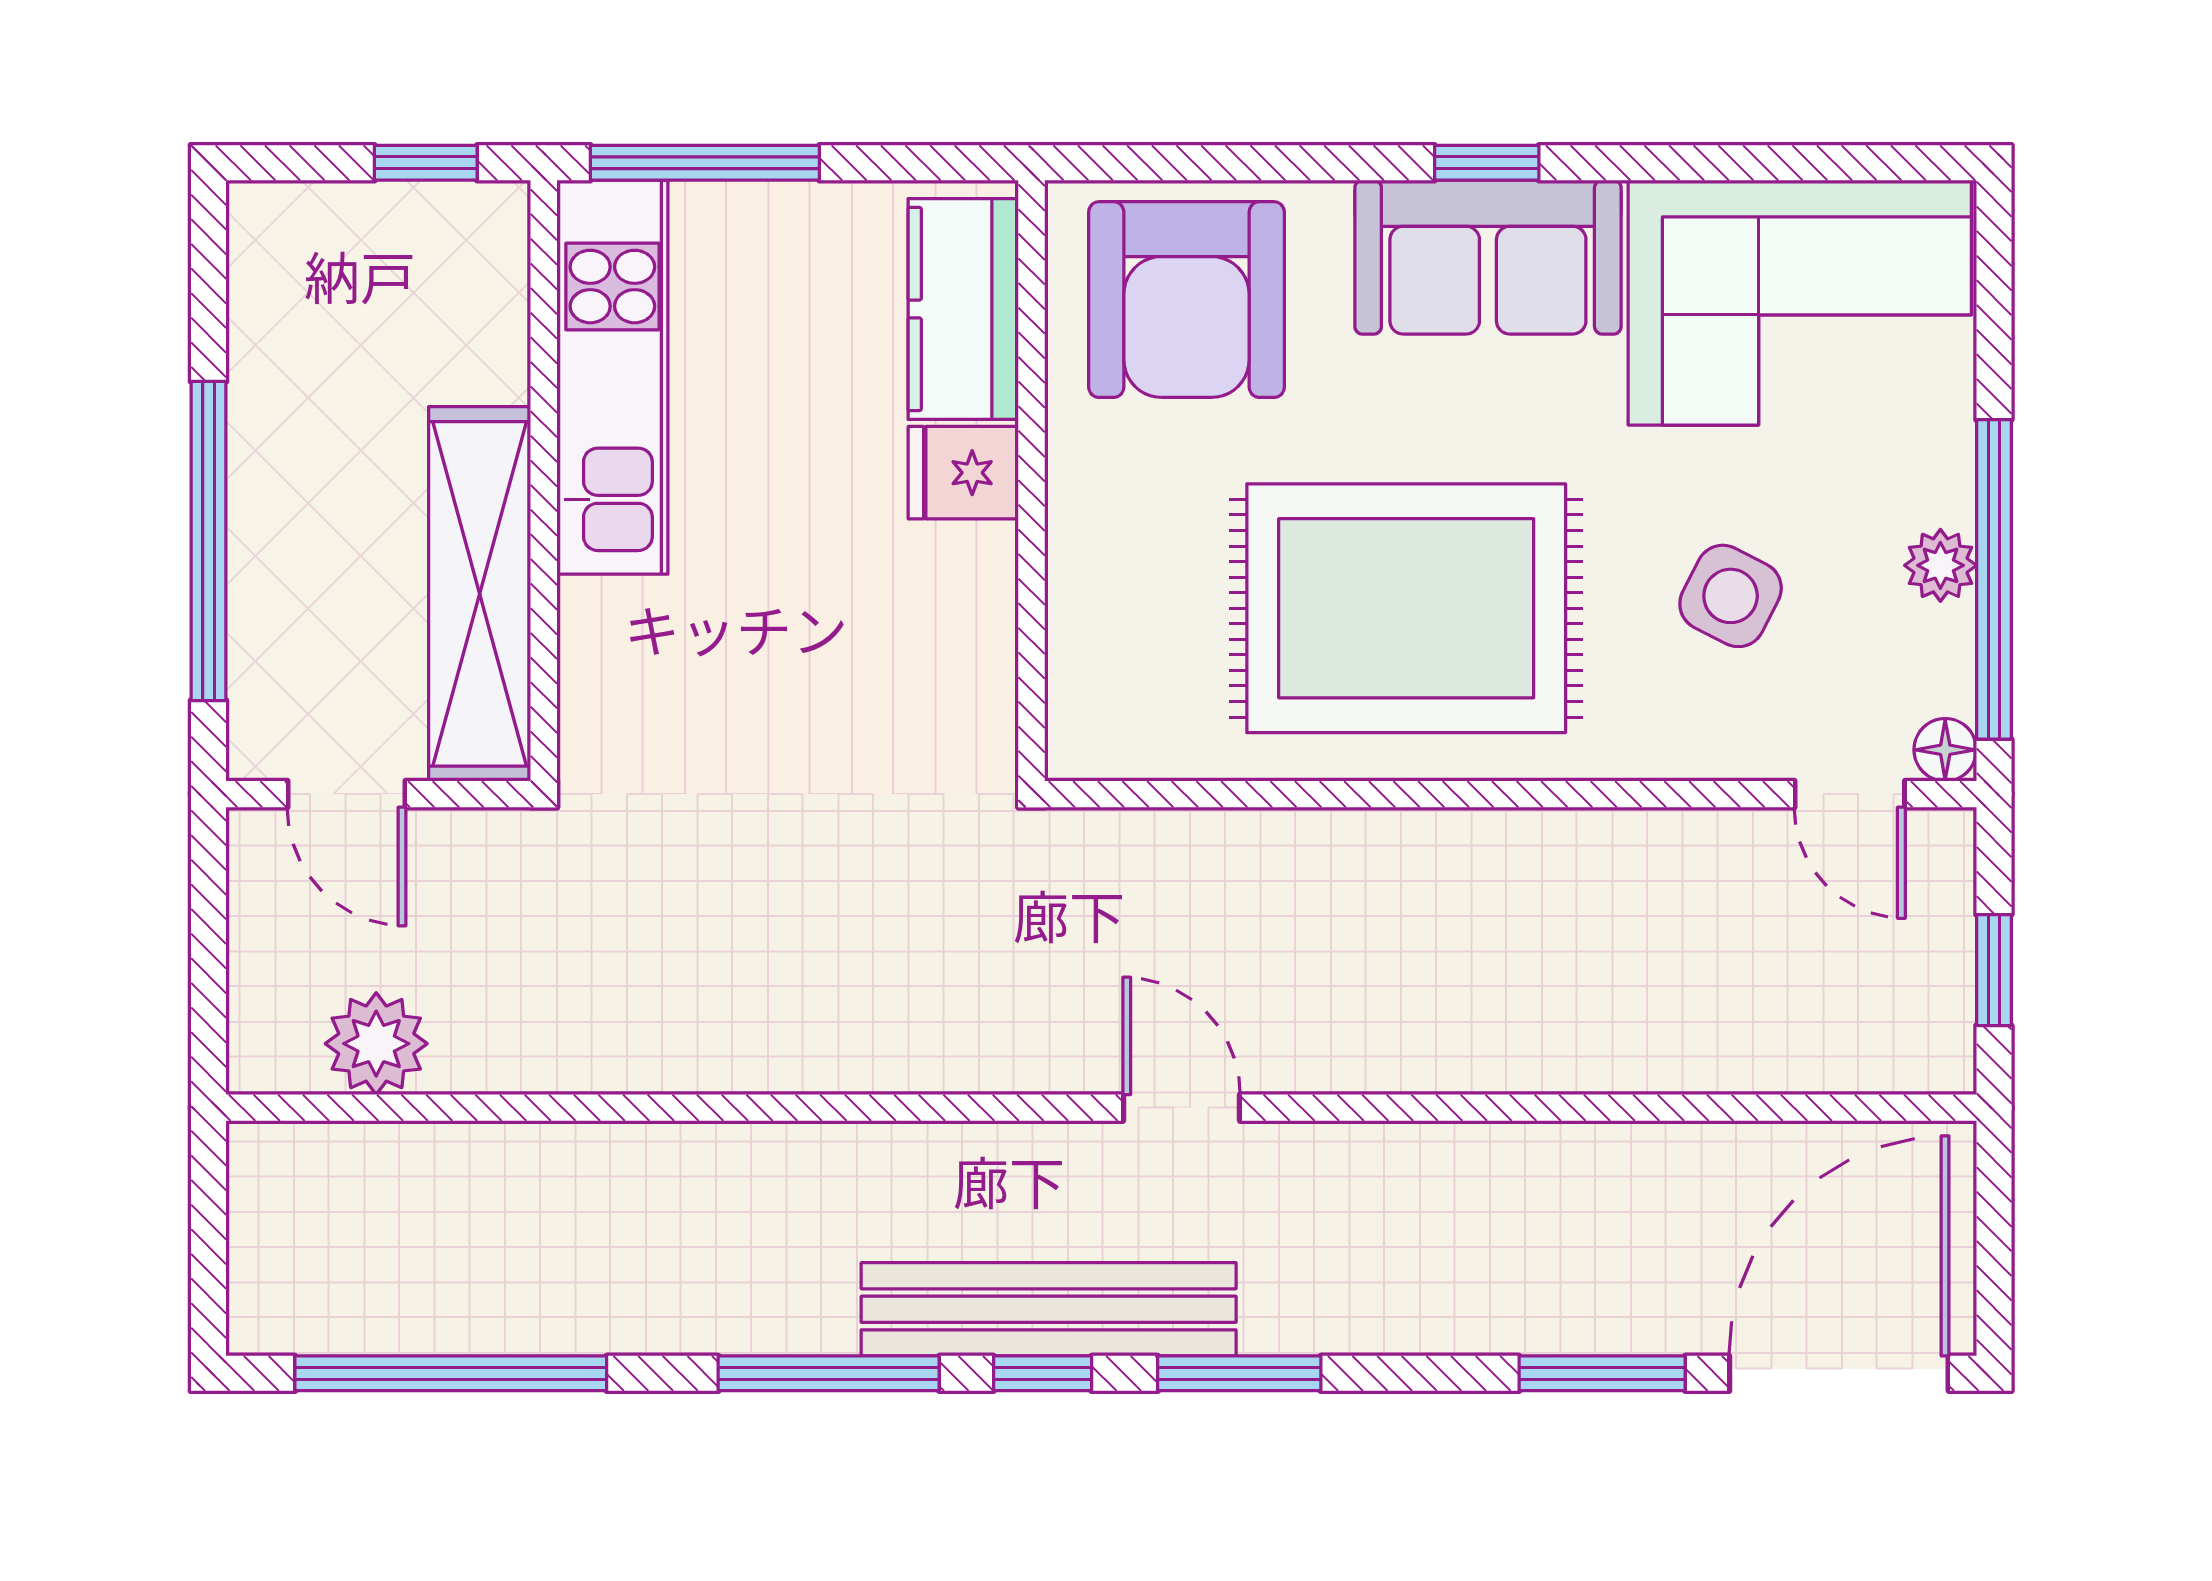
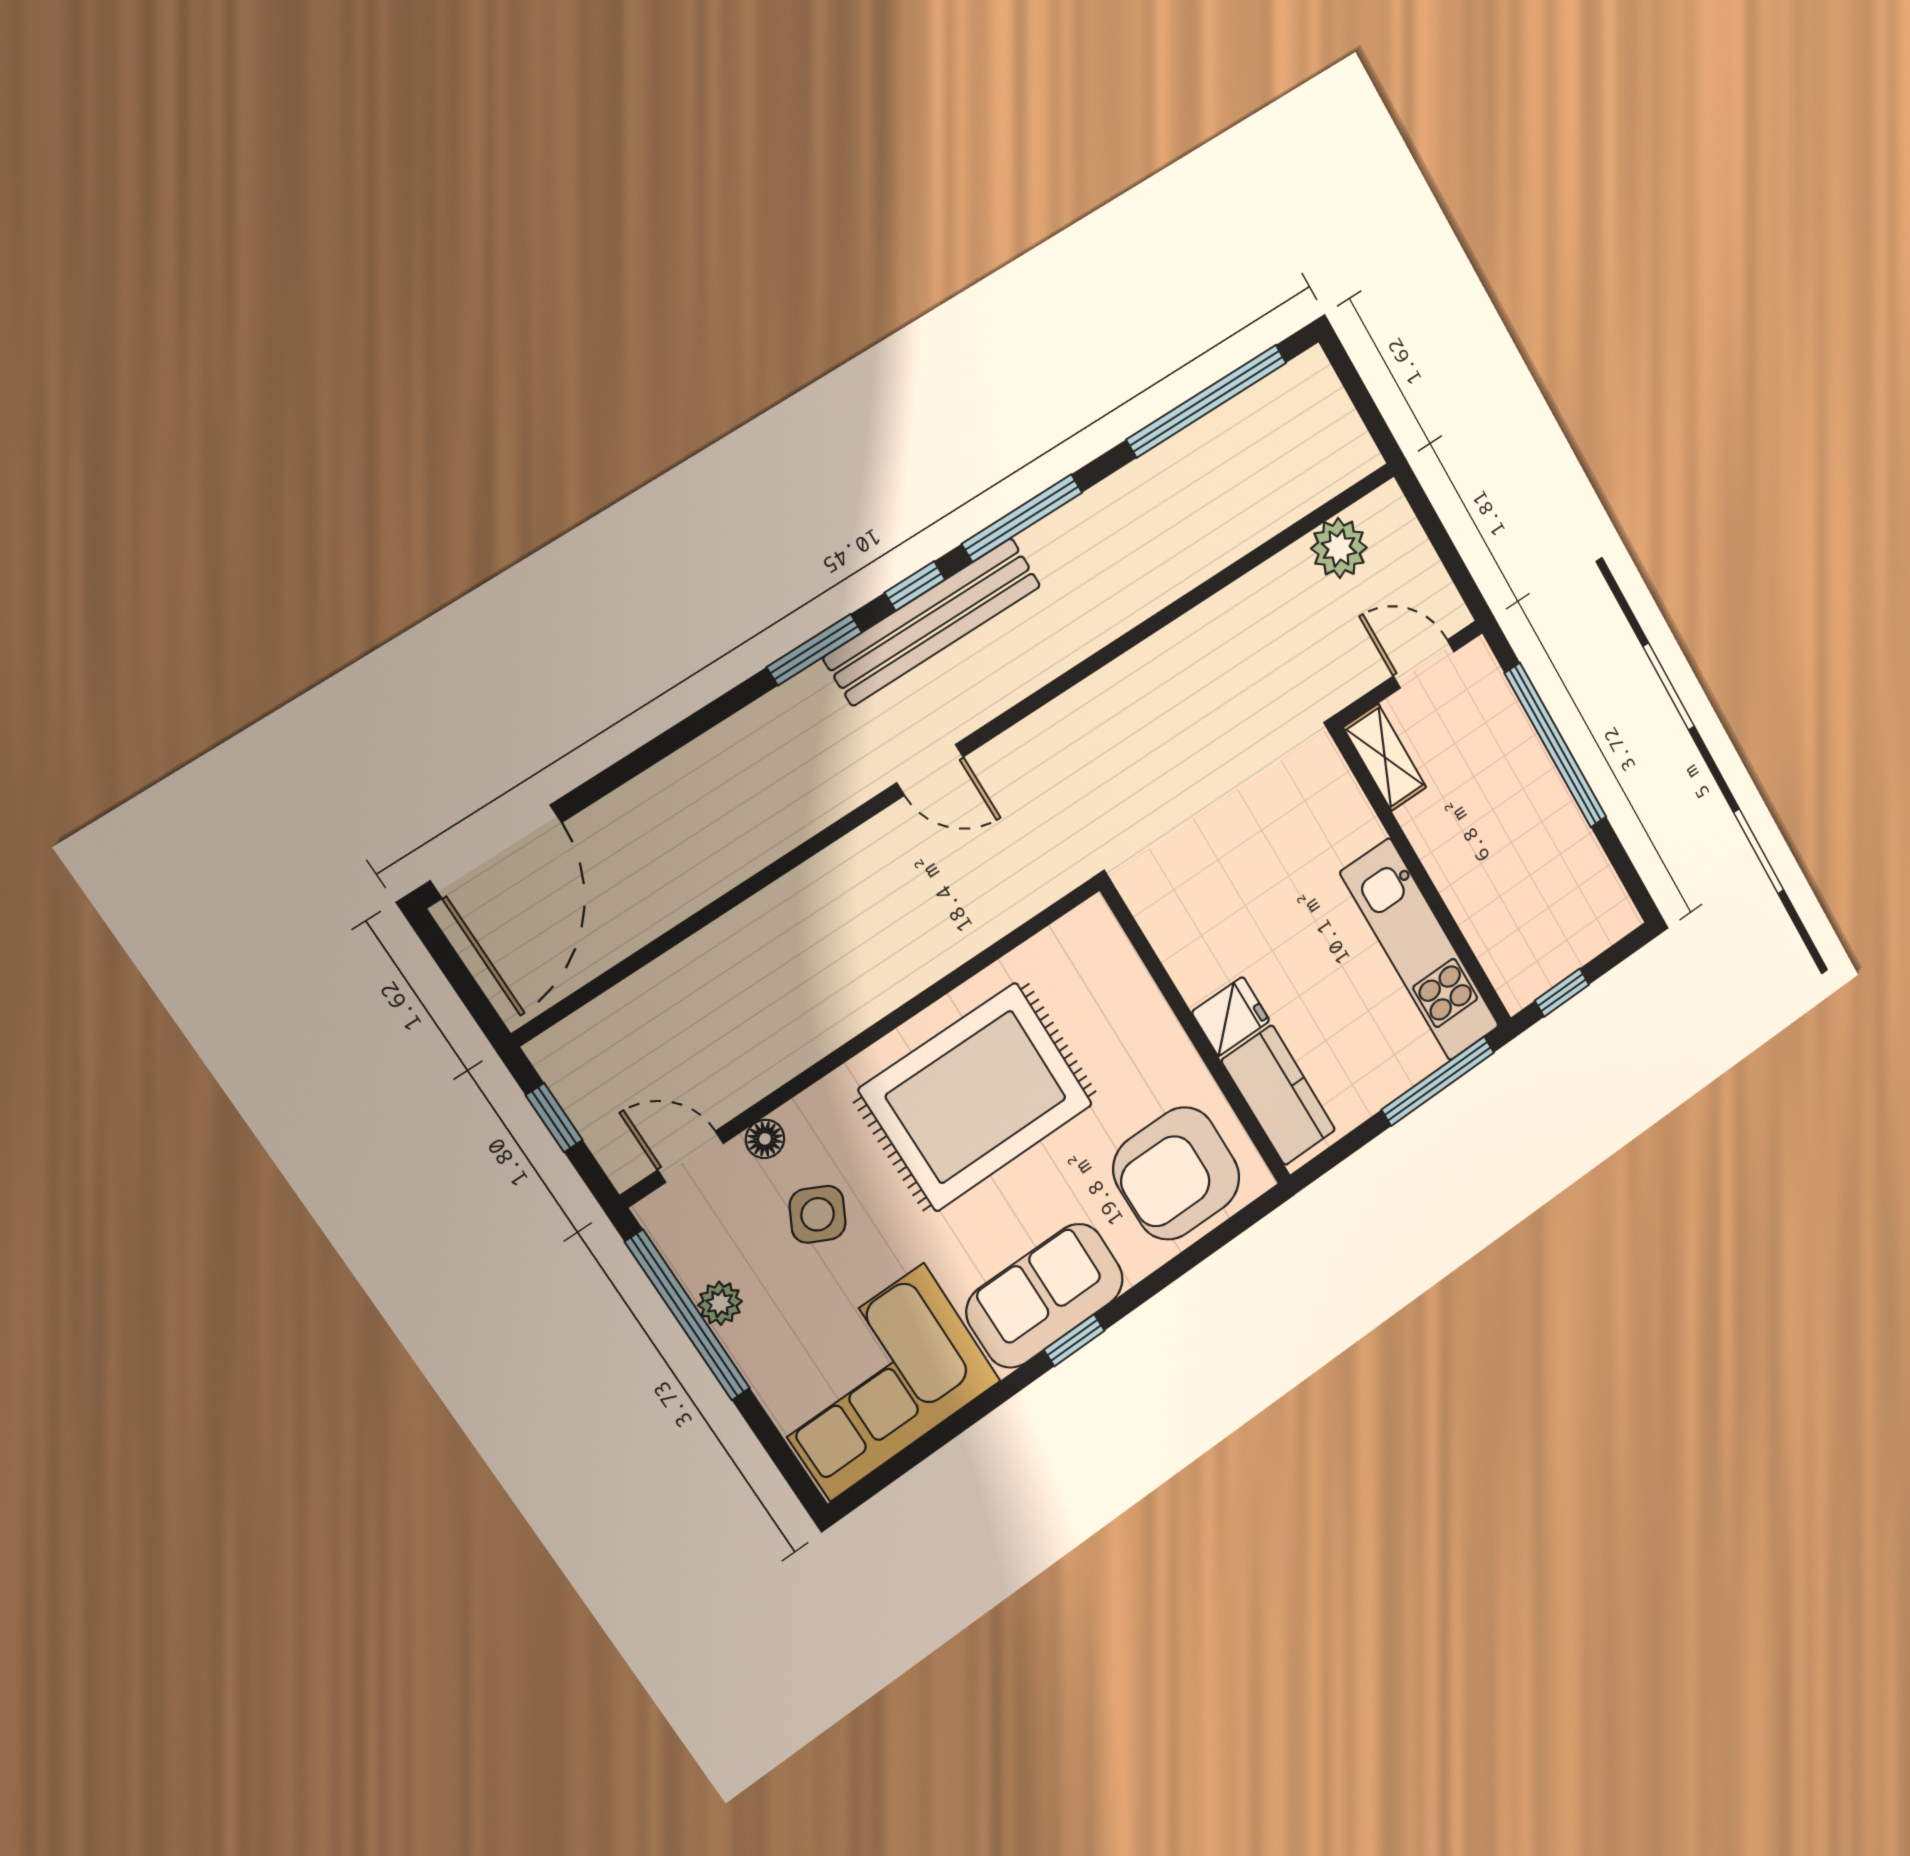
armchair: (1186, 300) -> (1176, 1173), turned -90
shelving: (480, 594) -> (1385, 757), width x0.45, depth x0.75
floor lamp: (1945, 750) -> (765, 1139), moved
window: (1602, 1373) -> (624, 770), removed

